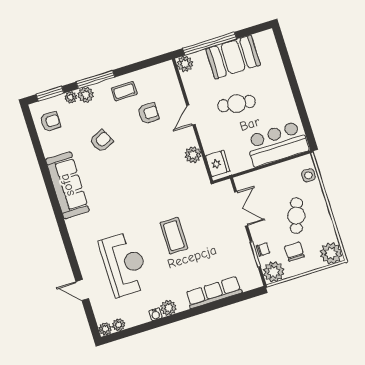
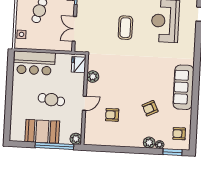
window: (95, 79) -> (139, 150), removed
coffee table: (124, 91) -> (123, 136), removed

